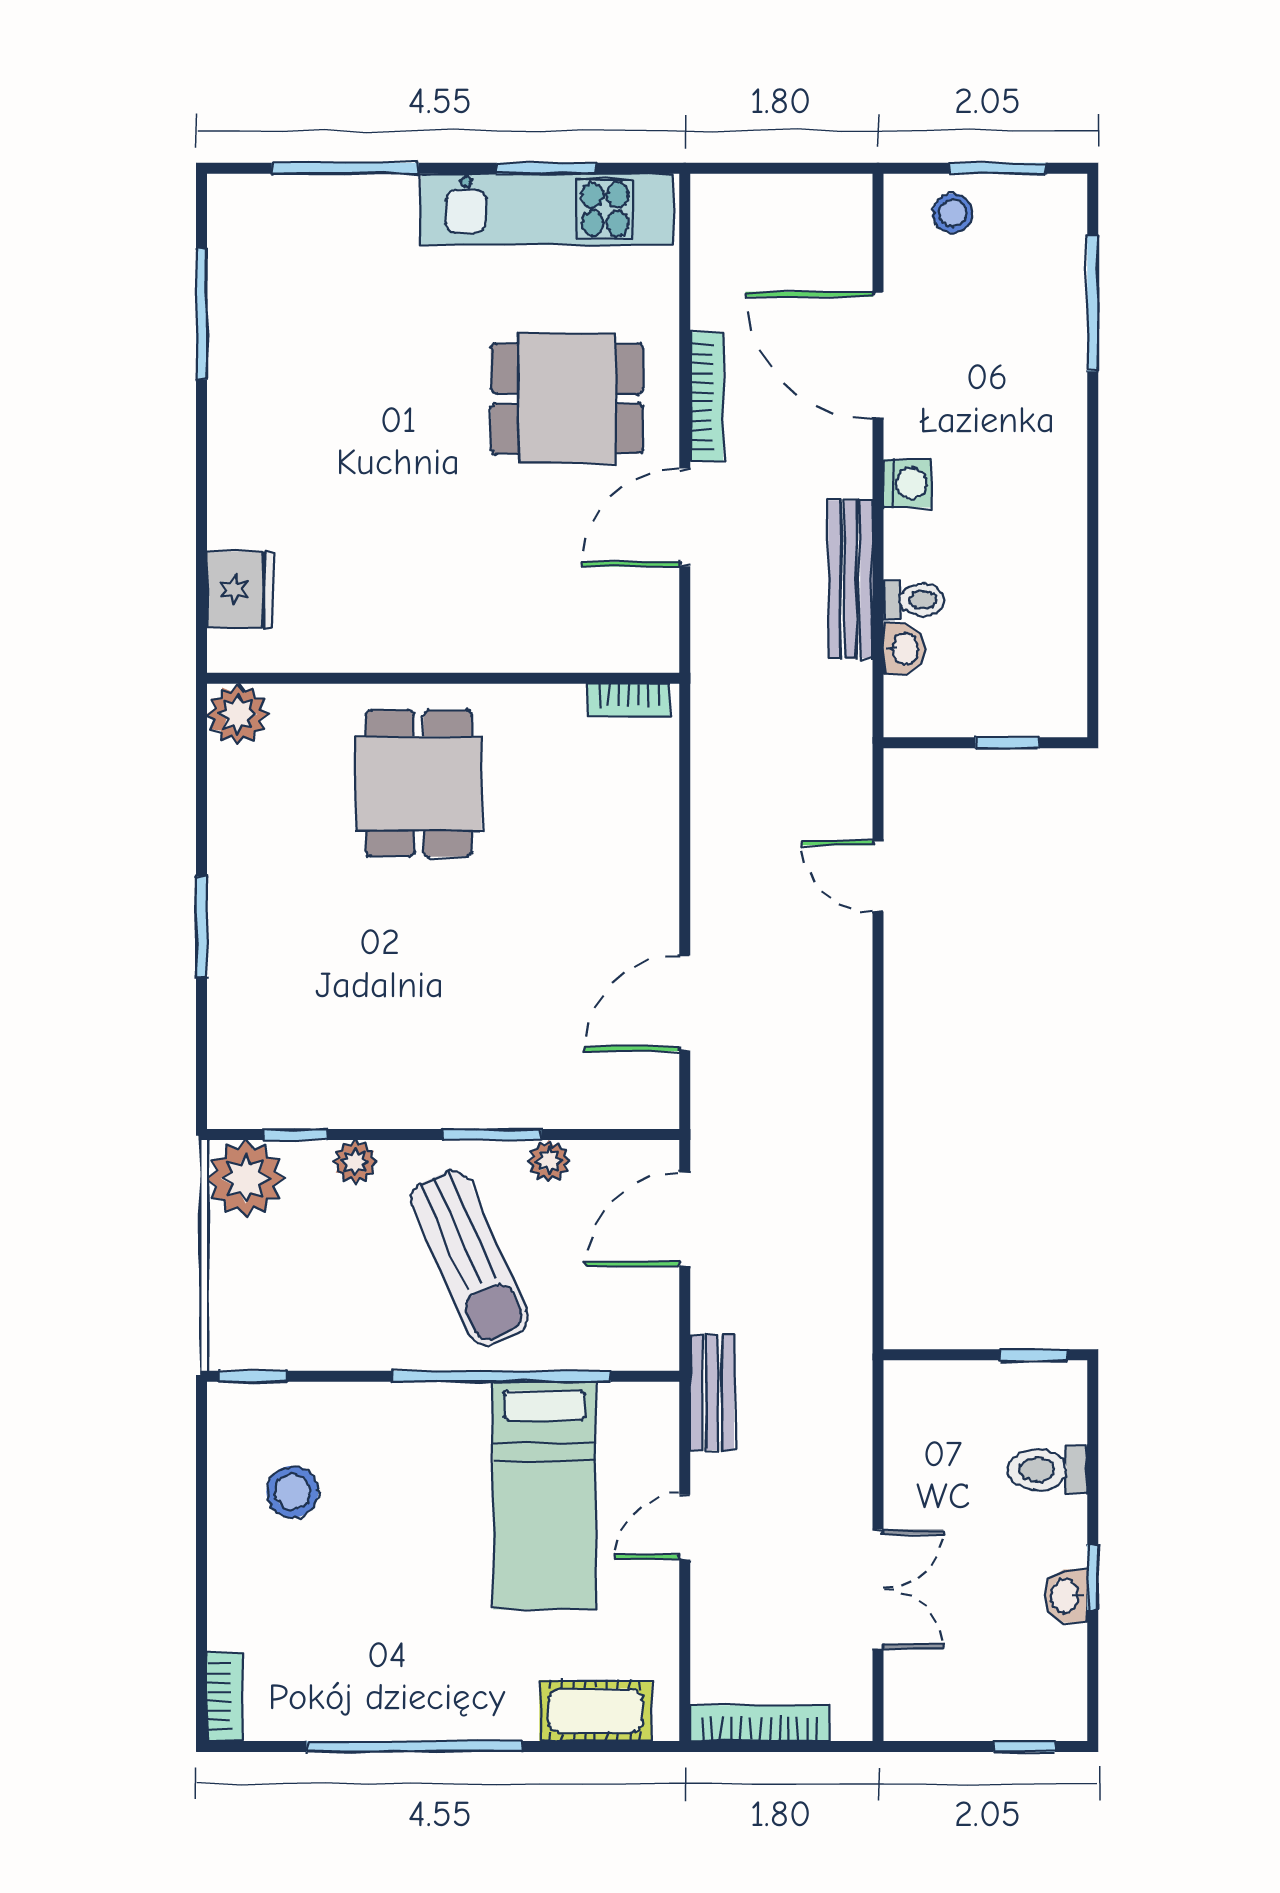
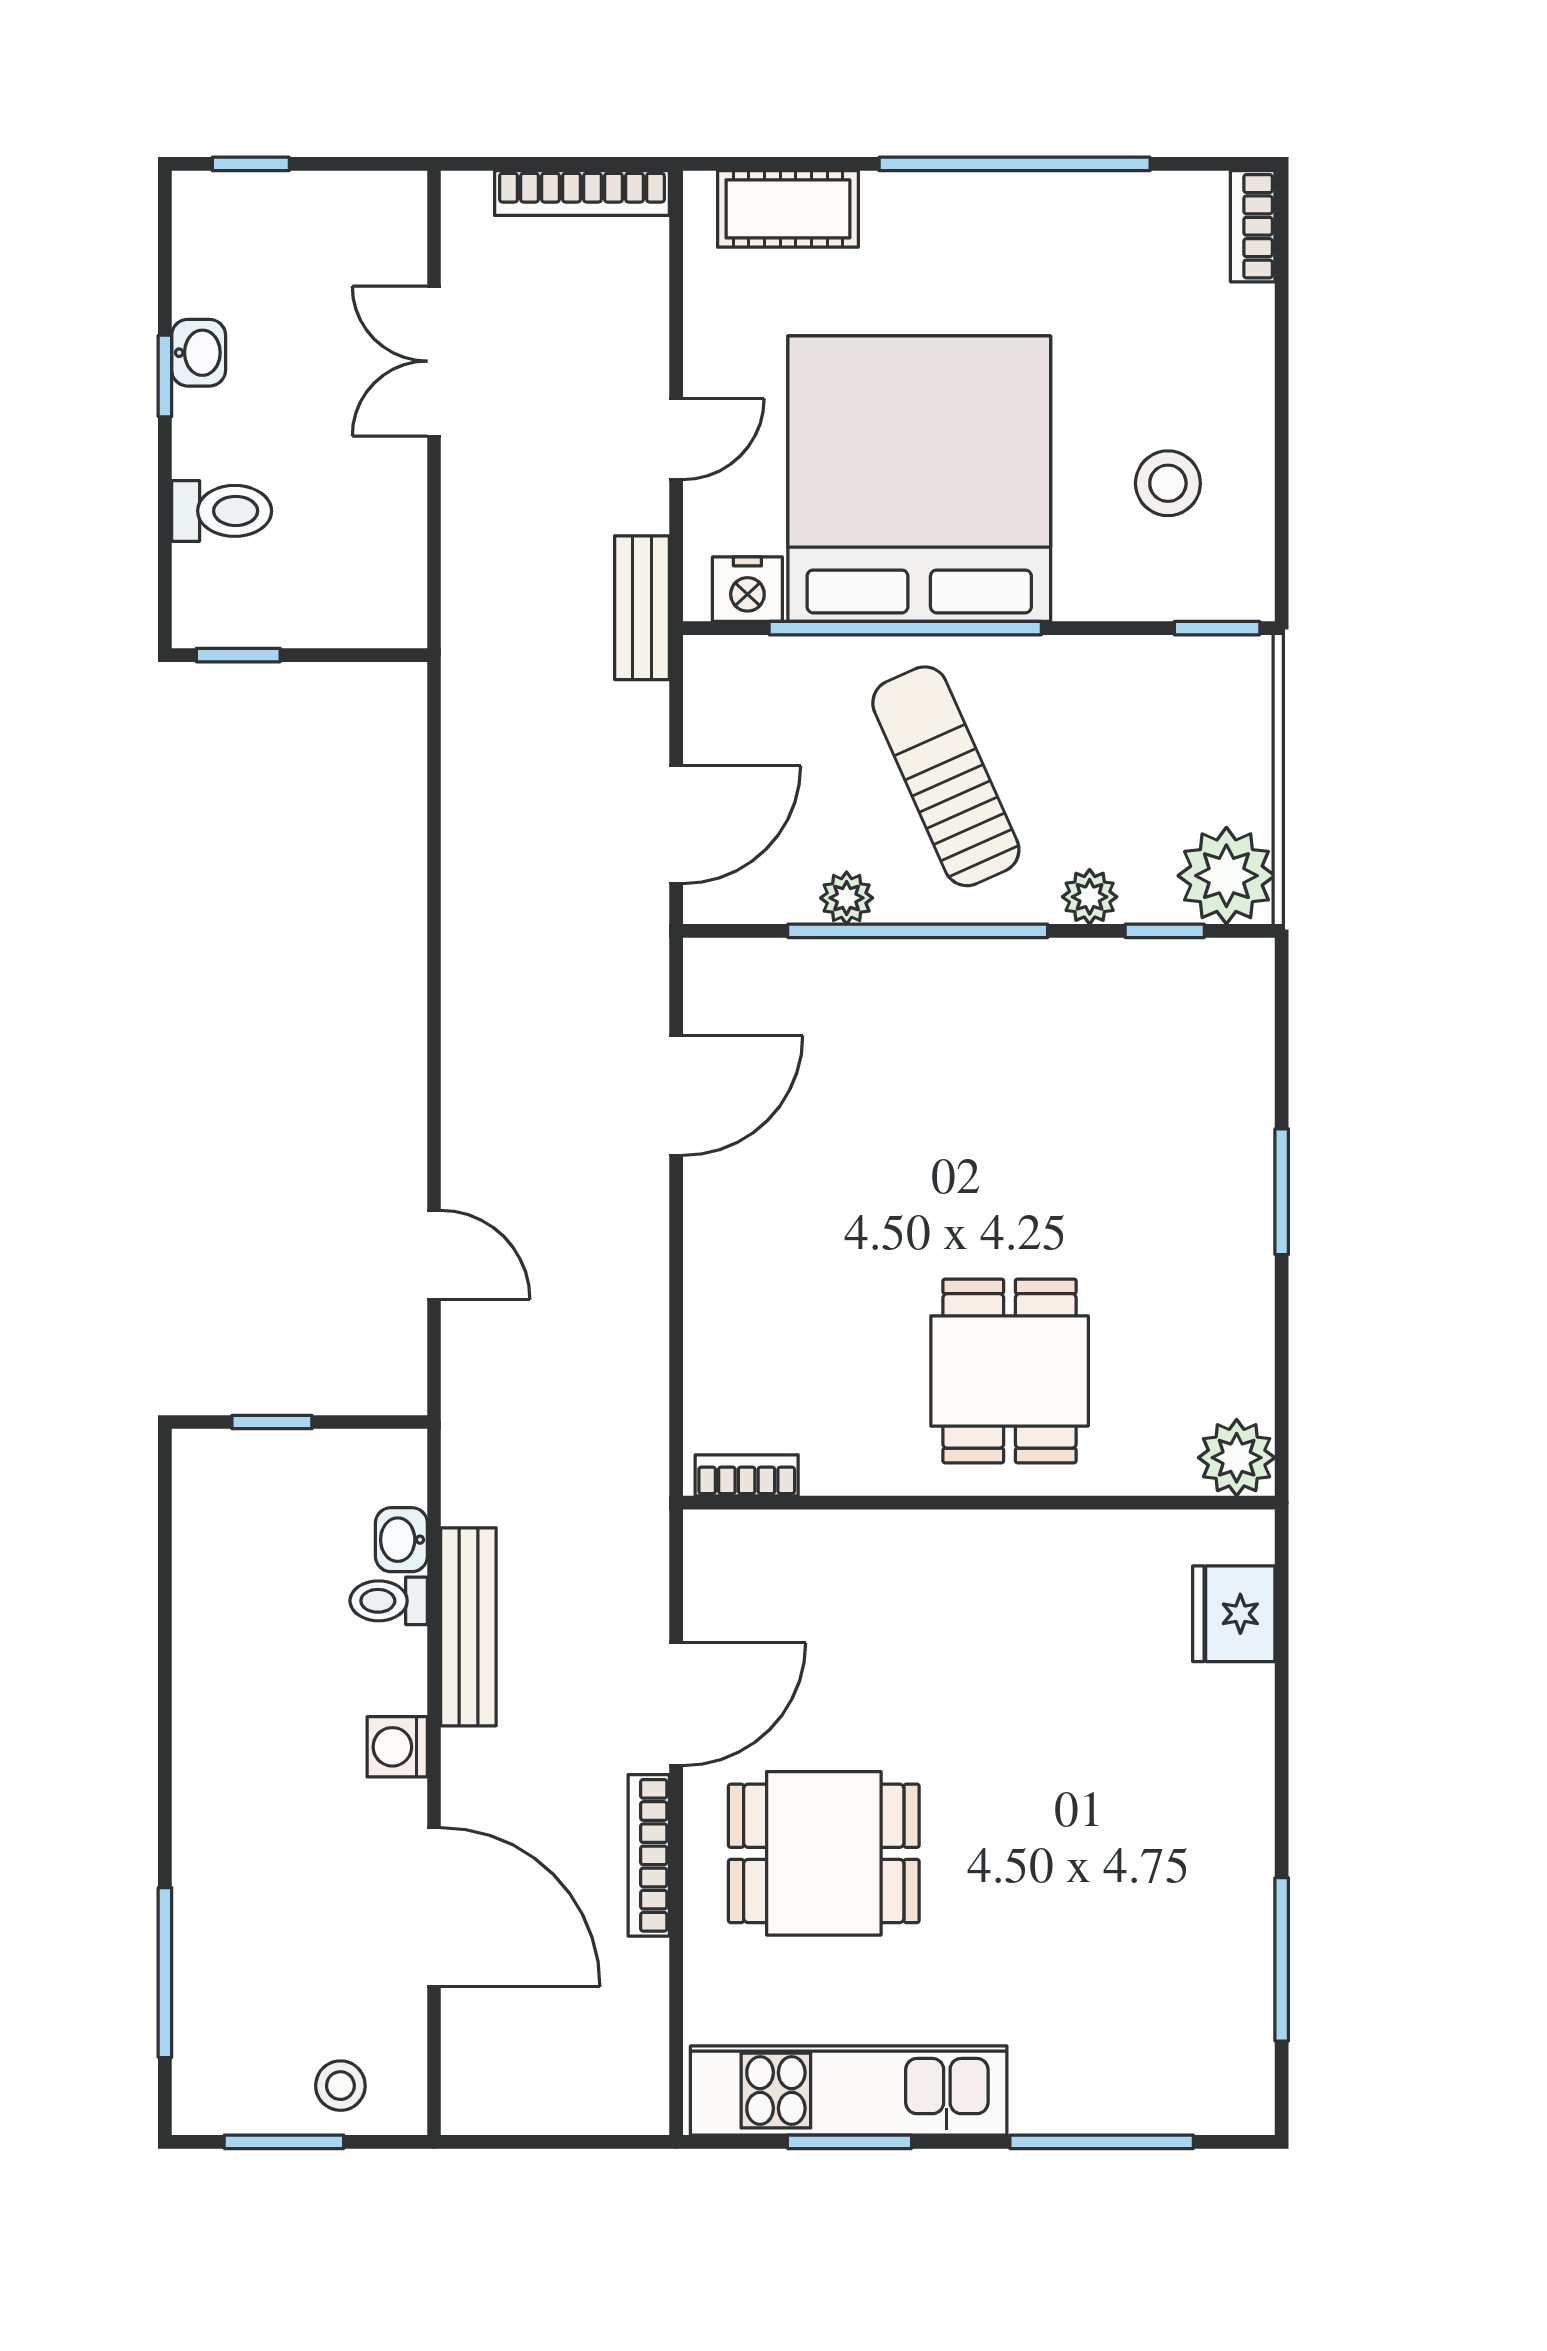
window: (492, 1135) -> (918, 931), width x2.11
nightstand: (628, 1407) -> (747, 589), added
bed: (544, 1495) -> (919, 479), width x2.04

